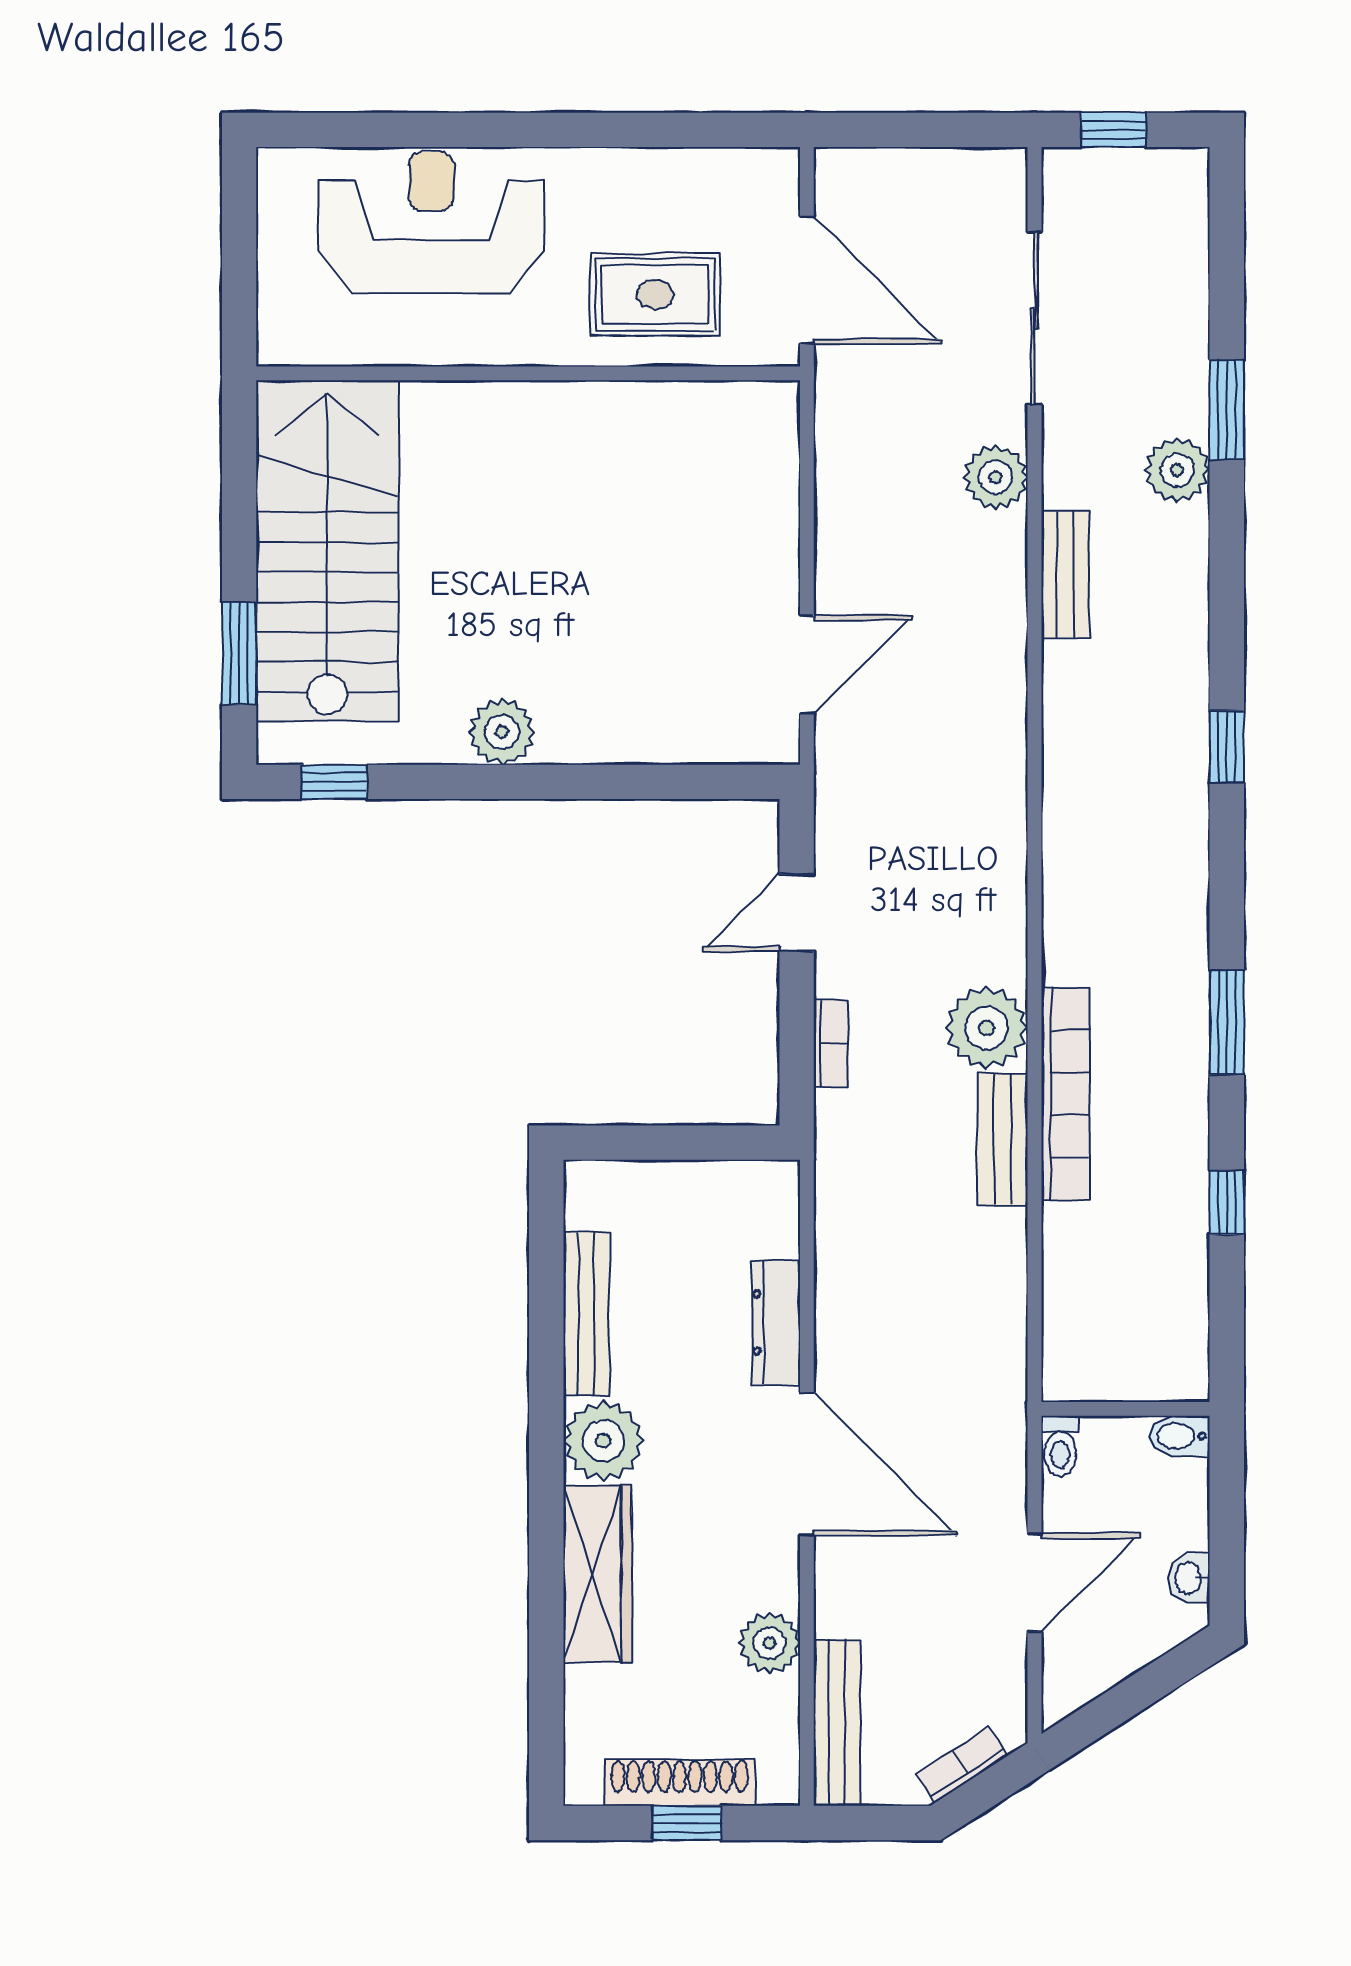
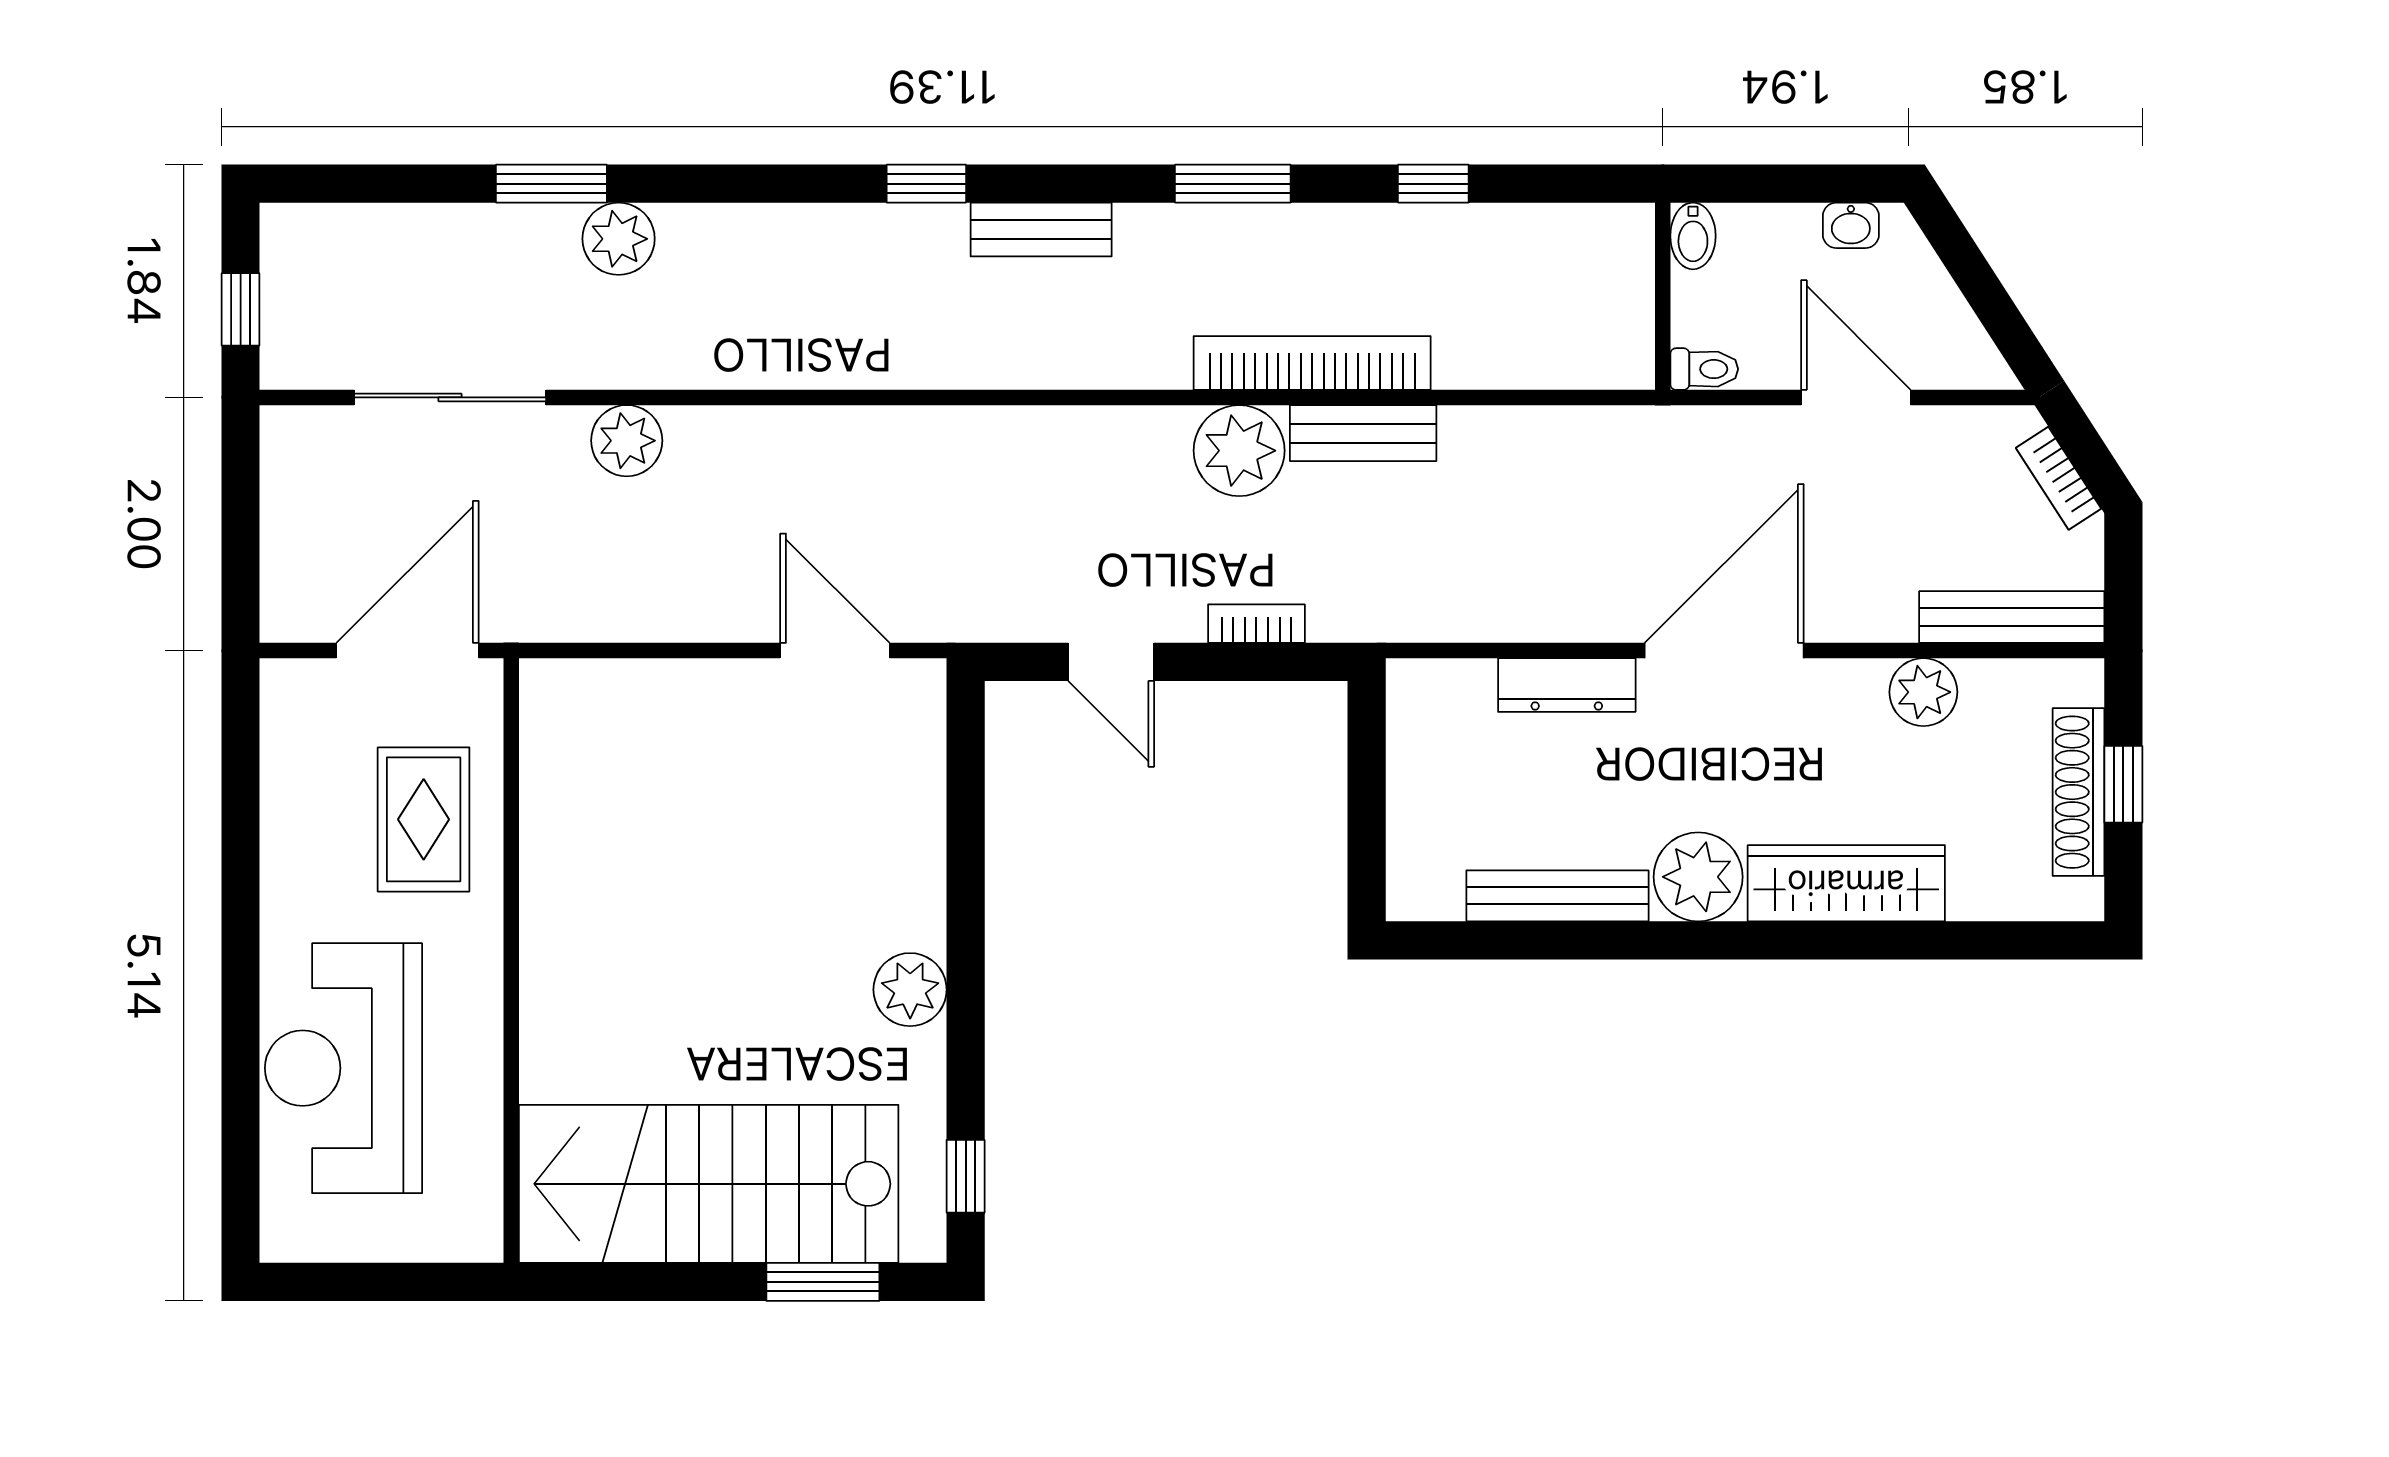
bench: (1066, 575) -> (1041, 230), moved

